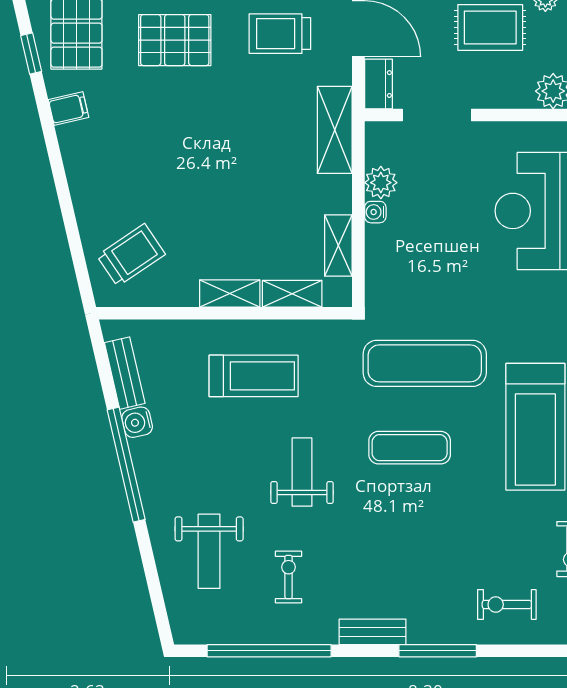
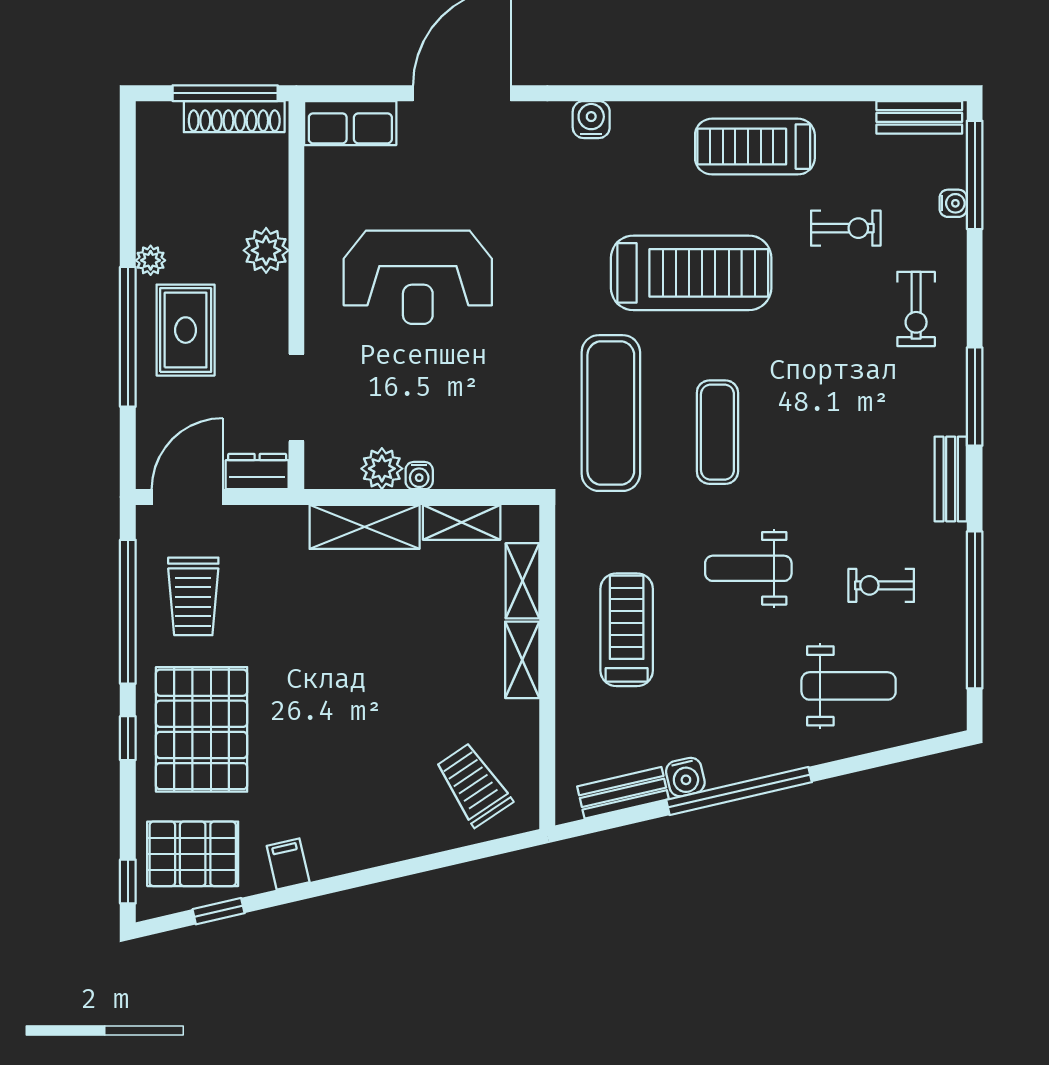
pallet: (175, 40) -> (202, 729), width x1.37, depth x1.41
shelving: (335, 130) -> (365, 527), moved

